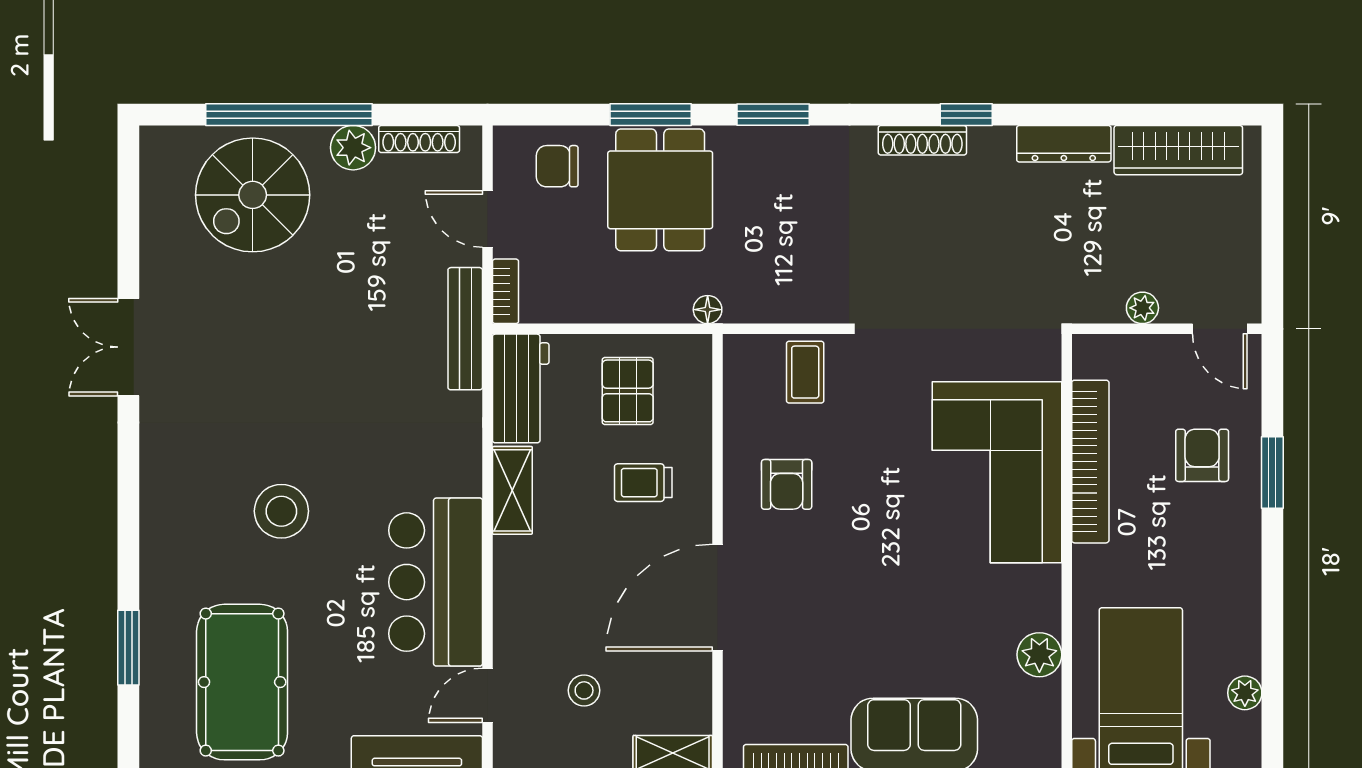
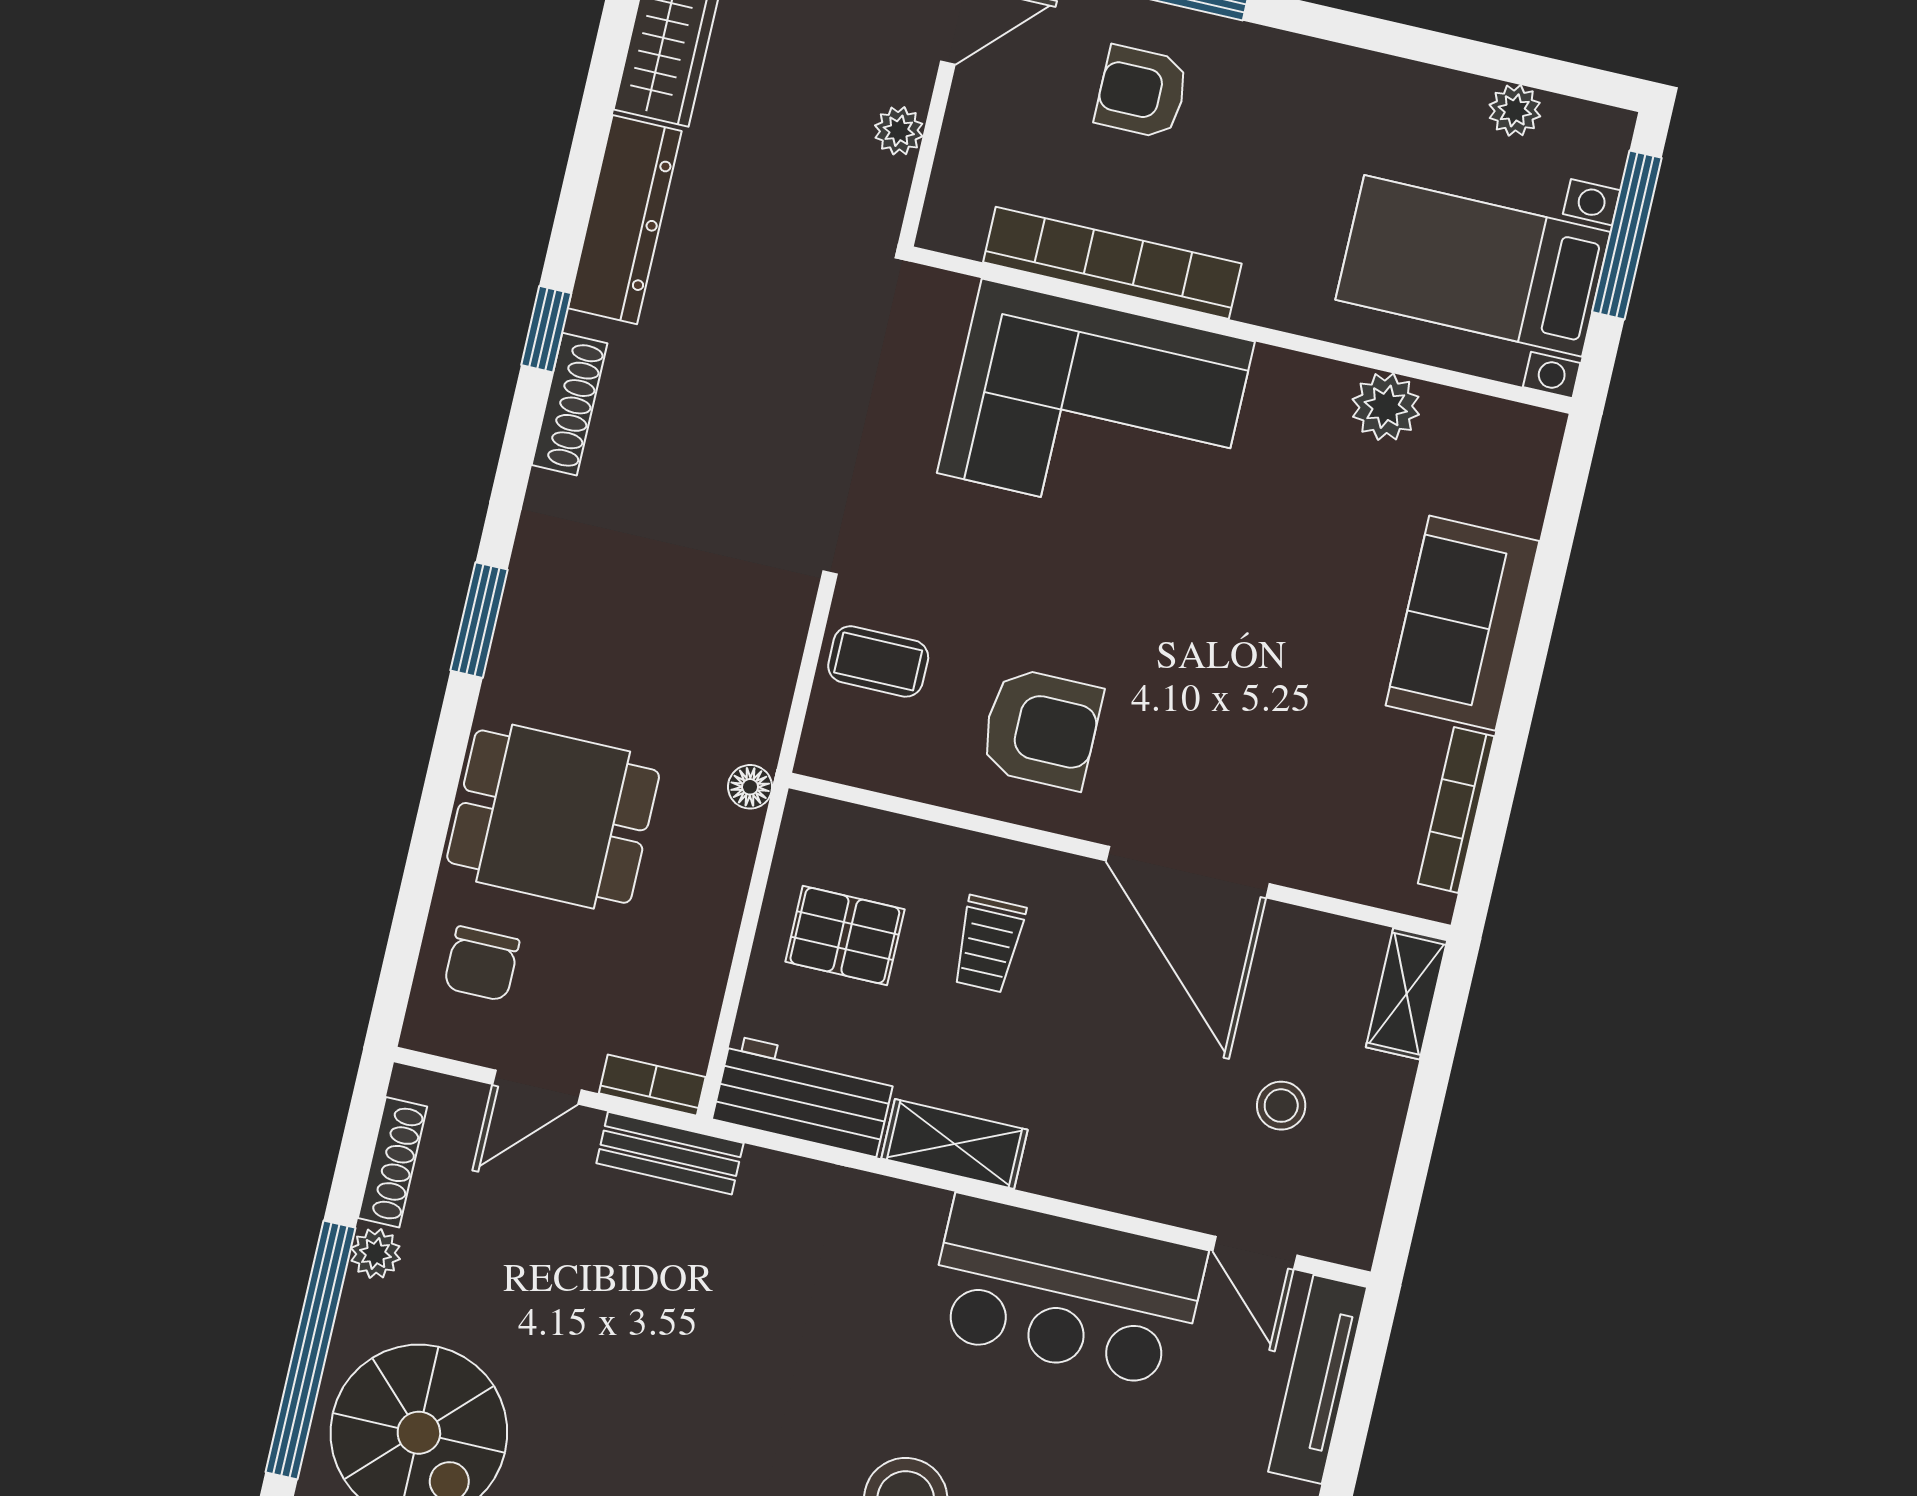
window: (651, 115) -> (436, 805), removed
dresser: (1064, 144) -> (625, 220), width x1.37, depth x1.24
plant: (353, 148) -> (376, 1254), width x0.73, depth x0.73
bench: (465, 329) -> (670, 1153), width x0.73
armchair: (787, 484) -> (1041, 729), width x1.38, depth x1.38

